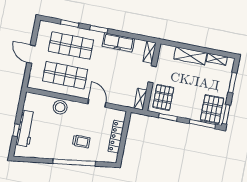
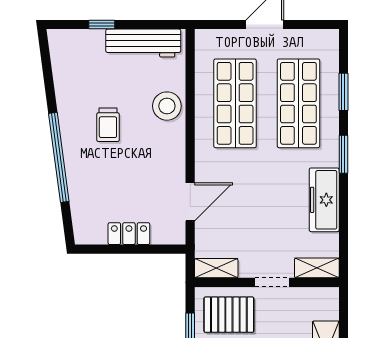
door: (97, 103) -> (190, 202), moved
workbench: (25, 128) -> (143, 43), moved
locker: (116, 137) -> (129, 234), width x0.66
trolley: (81, 141) -> (108, 125), moved

